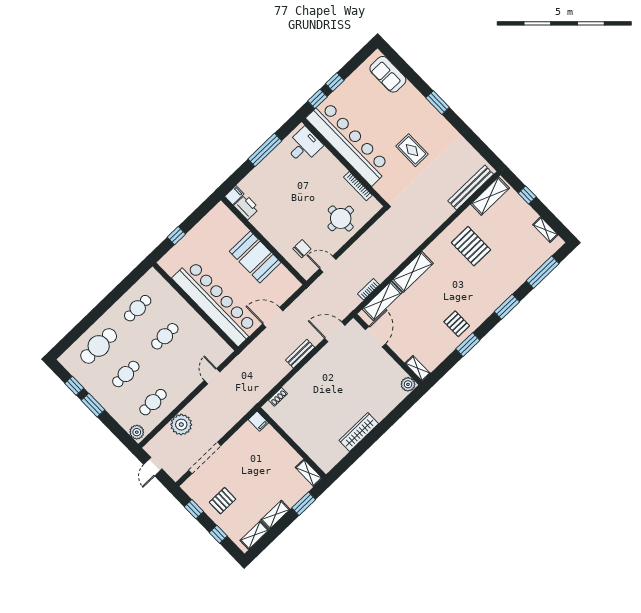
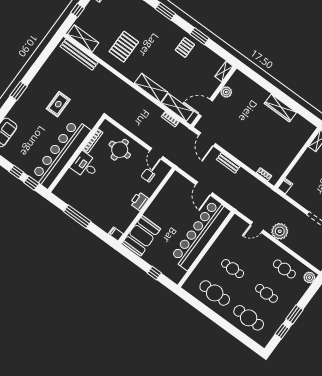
desk: (304, 146) -> (85, 165), moved
printer: (247, 207) -> (139, 201), moved
booth: (255, 257) -> (141, 236), moved
cafe table: (138, 308) -> (215, 293), width x1.37, depth x1.35
plant: (408, 384) -> (226, 92), moved
plant: (181, 425) -> (280, 231), moved

